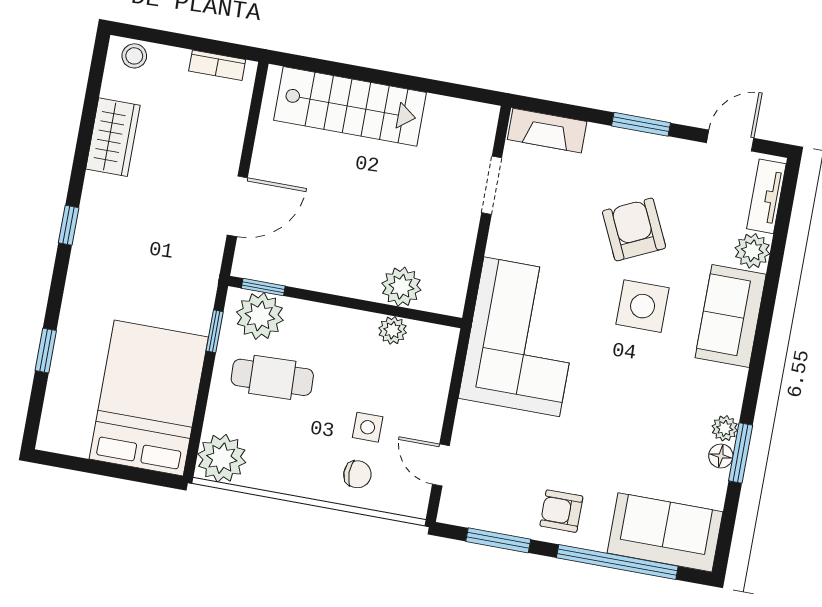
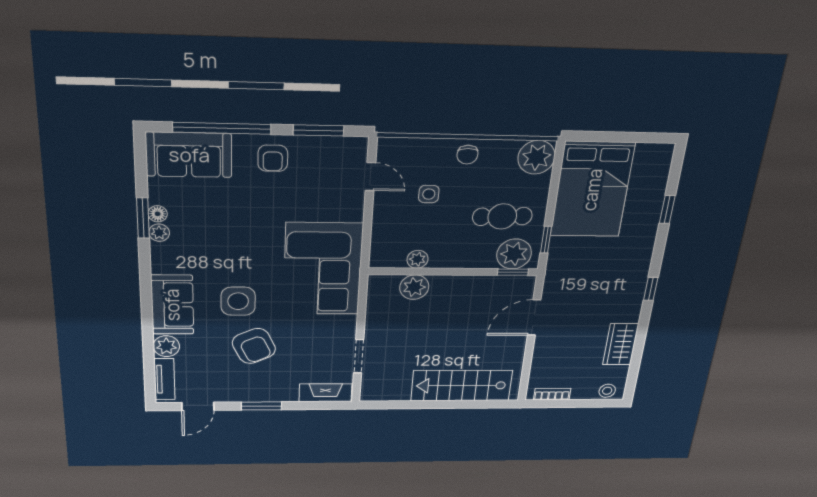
chair: (357, 474) -> (467, 155), moved, turned -91
armchair: (561, 511) -> (273, 158), turned 90

